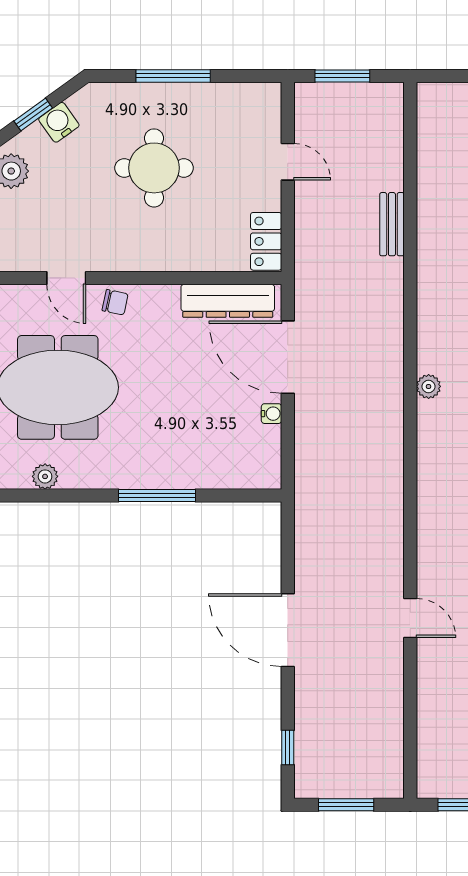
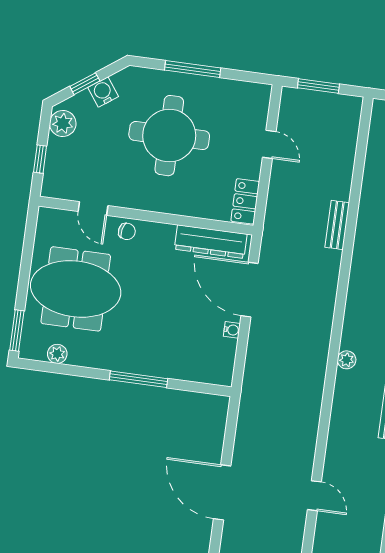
round table: (154, 168) -> (169, 136), width x1.36, depth x1.36
bench: (392, 224) -> (337, 225), moved
plant: (429, 386) -> (347, 360), moved

